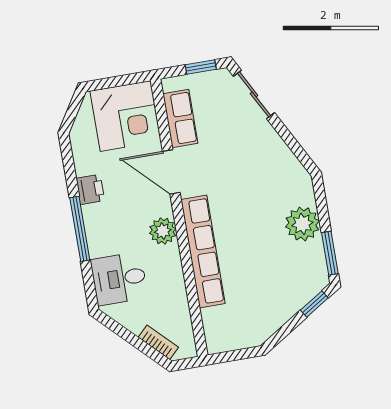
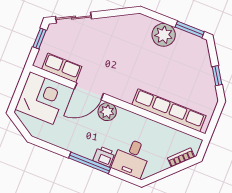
printer: (90, 189) -> (104, 156), moved
plant: (163, 231) -> (107, 112), moved
row of seats: (203, 251) -> (169, 110), moved
window: (314, 304) -> (217, 76), moved

